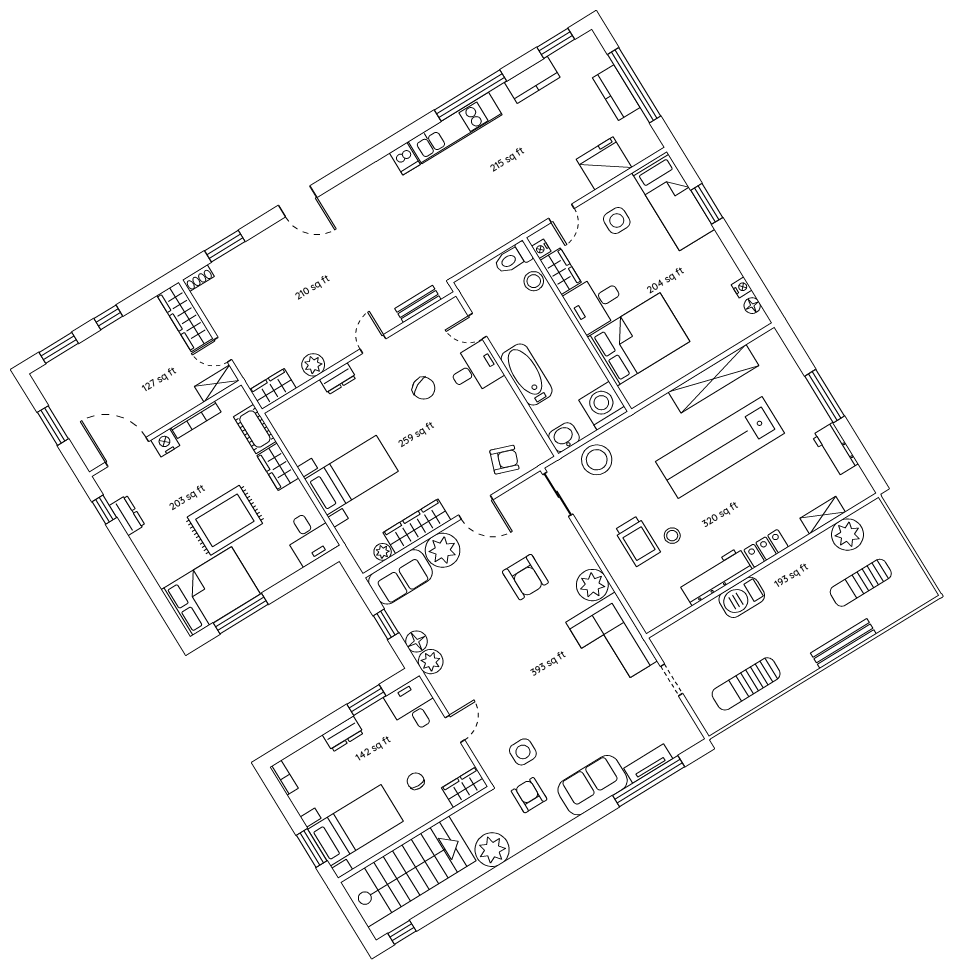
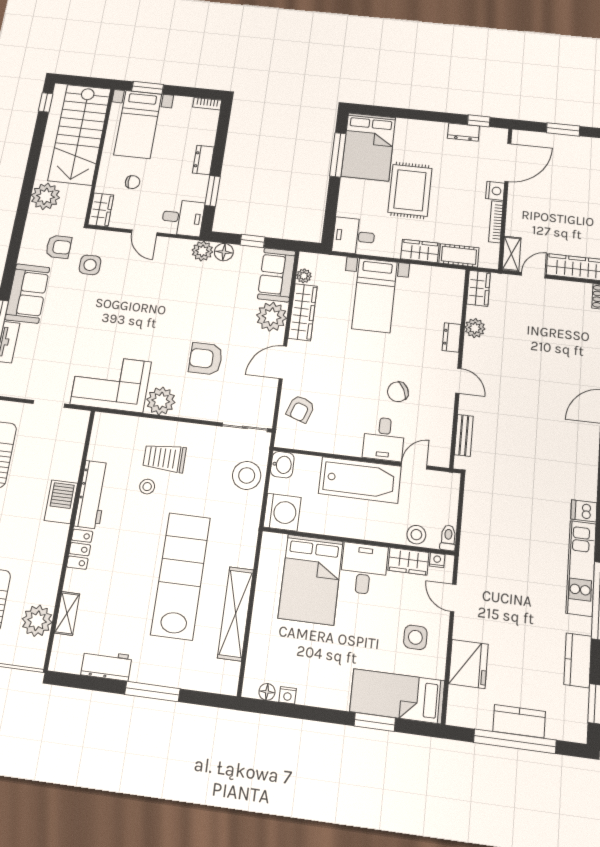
toilet: (513, 258) -> (448, 538), width x0.73, depth x0.72
bathtub: (527, 375) -> (360, 480), width x1.36, depth x1.36

